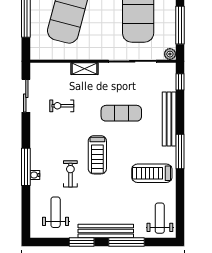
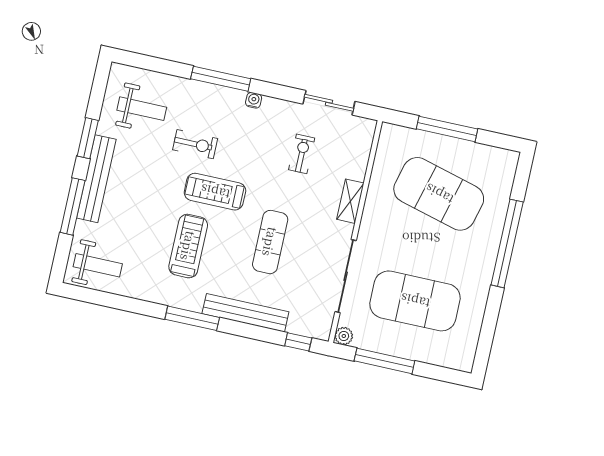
treadmill: (152, 173) -> (188, 246), moved
water cooler: (35, 175) -> (254, 100), moved

